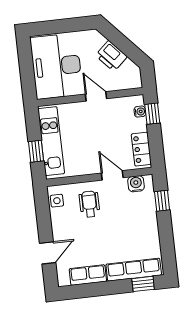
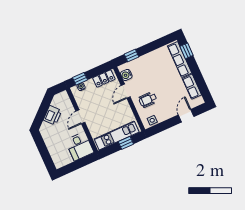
desk: (57, 66) -> (79, 146), width x0.53, depth x0.77
door: (48, 253) -> (186, 116), hinge flipped

